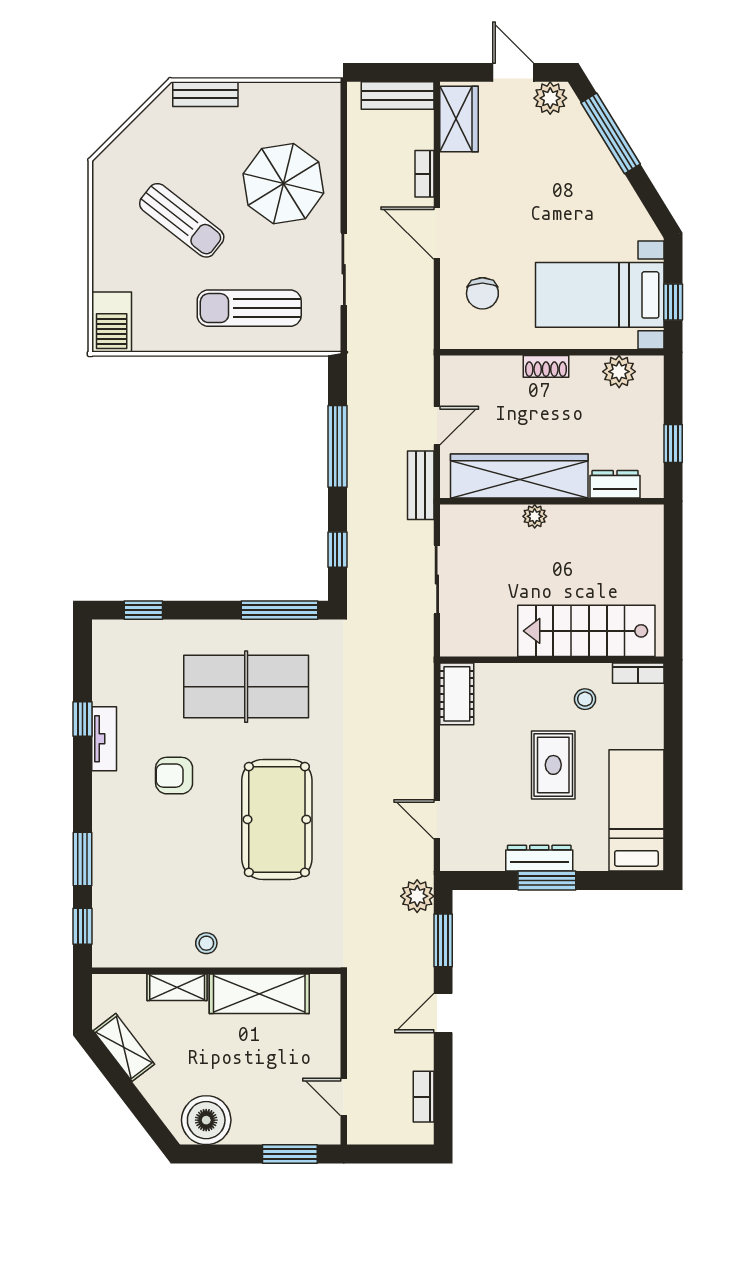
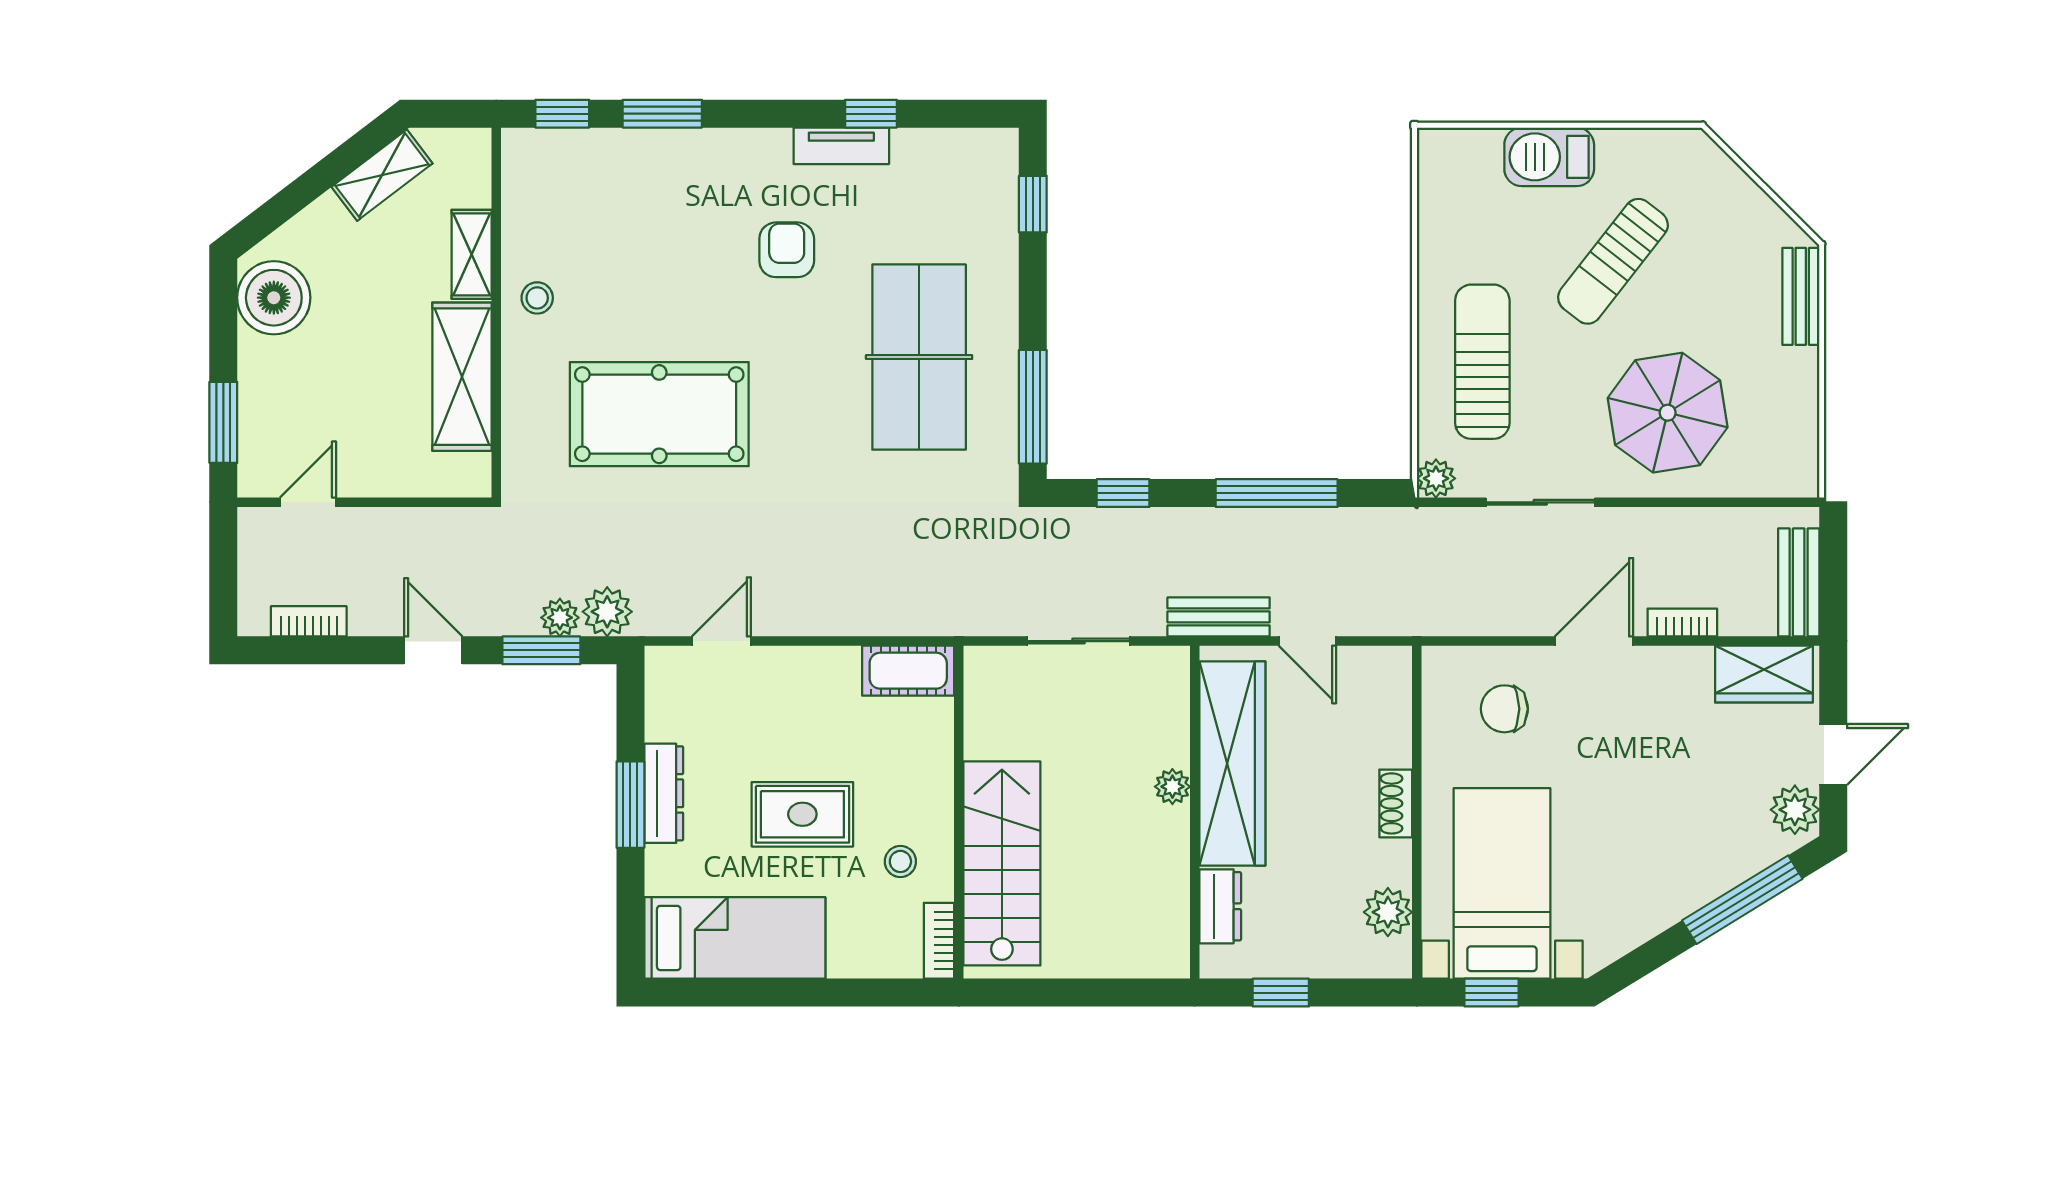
barbecue: (112, 322) -> (1549, 157), moved
plant: (328, 339) -> (1436, 478), added
pool table: (277, 819) -> (659, 414), moved
plant: (421, 928) -> (560, 618), added

